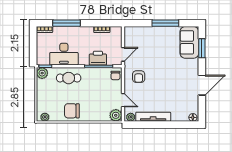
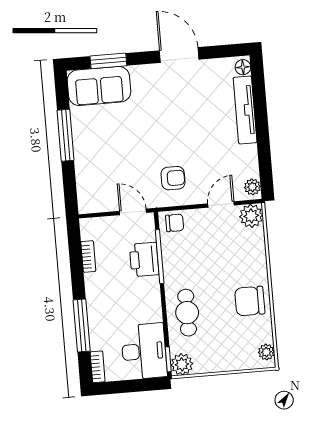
desk: (64, 54) -> (144, 351), moved
chair: (72, 111) -> (250, 301), turned 90
tv unit: (153, 117) -> (245, 110), moved

